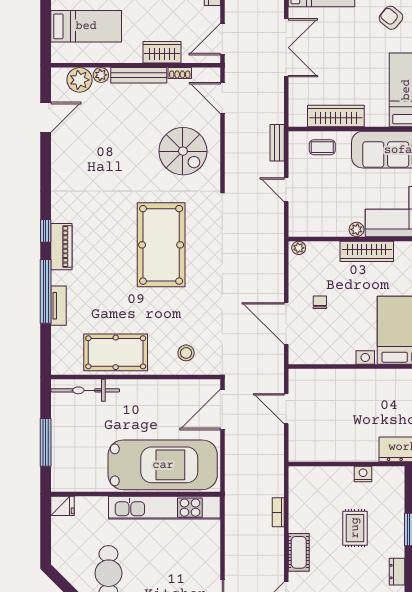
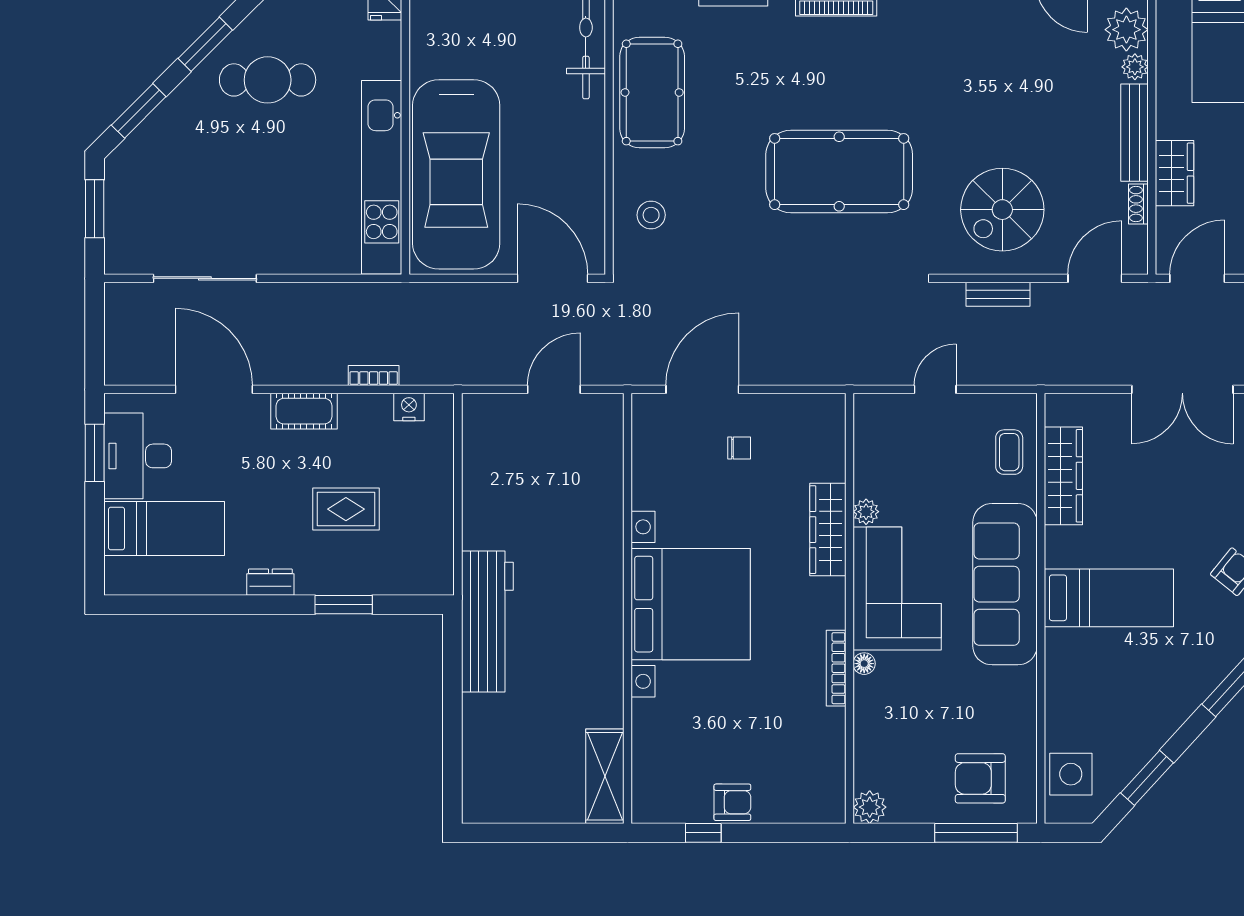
door: (222, 39) -> (1197, 278), hinge flipped
bench: (277, 143) -> (998, 294), moved
plant: (299, 248) -> (834, 411), removed
nightstand: (363, 474) -> (409, 407), moved, turned -90

